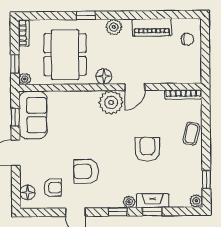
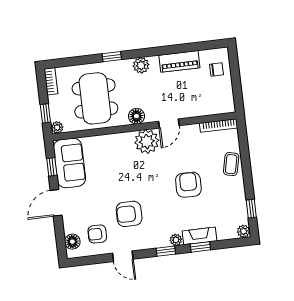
armchair: (53, 188) -> (97, 234), turned 180

